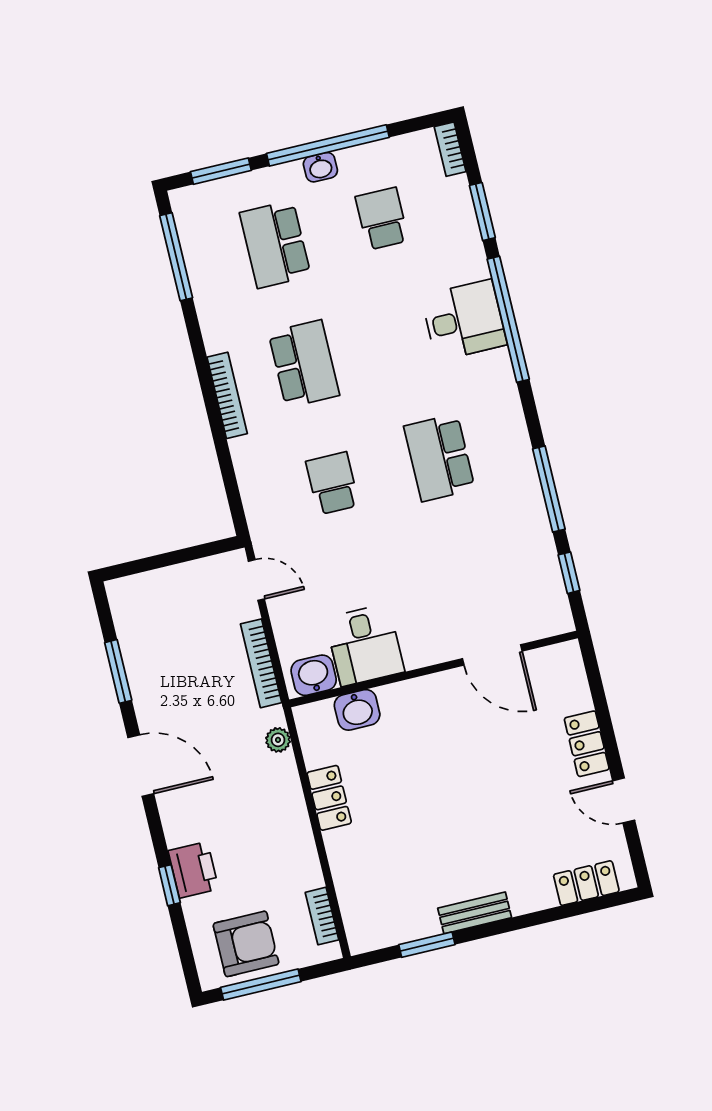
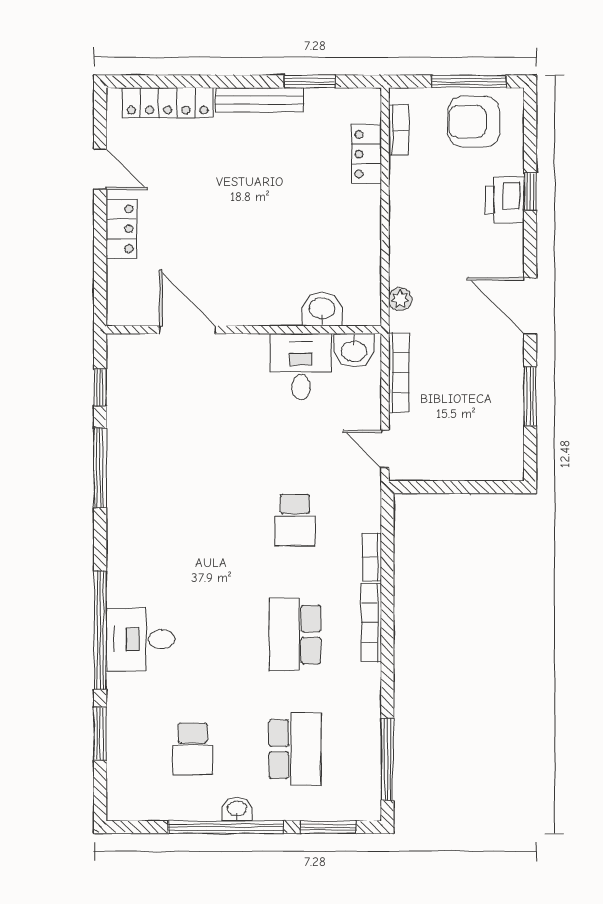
bookcase: (450, 149) -> (372, 557), moved, turned 180
school desk: (439, 458) -> (193, 520), removed
locker: (329, 798) -> (366, 154), moved
locker: (586, 883) -> (168, 103), width x1.53
bench: (475, 913) -> (260, 100), width x1.36

